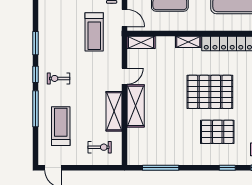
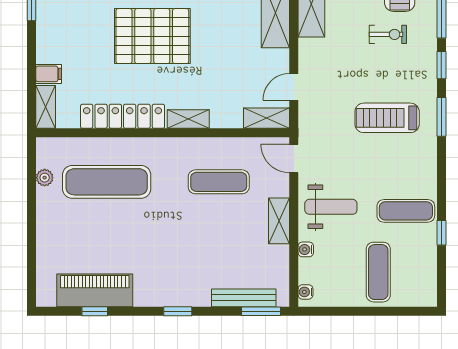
treadmill: (94, 32) -> (387, 118), moved, turned -90
door: (125, 76) -> (294, 87), moved
exercise bike: (59, 78) -> (388, 34), moved

